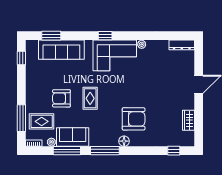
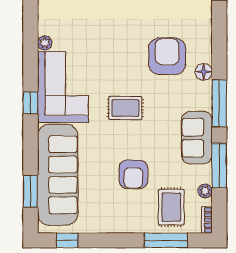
sofa: (61, 50) -> (58, 175), width x1.36, depth x1.27
rug: (90, 98) -> (125, 108), moved
sofa: (73, 137) -> (197, 138), moved

